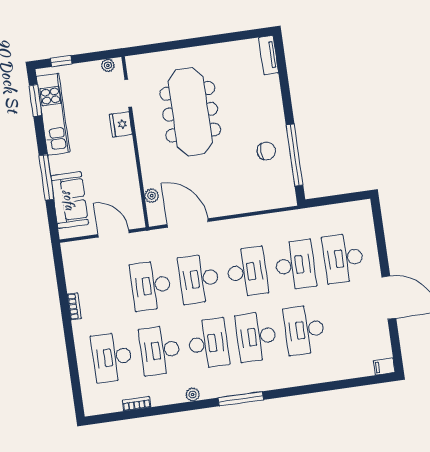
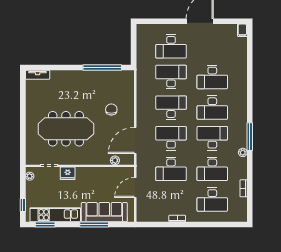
chair: (266, 151) -> (111, 109), moved
sofa: (69, 200) -> (104, 212), width x1.36
desk: (199, 279) -> (171, 138), turned 180
window: (241, 399) -> (250, 137), moved

